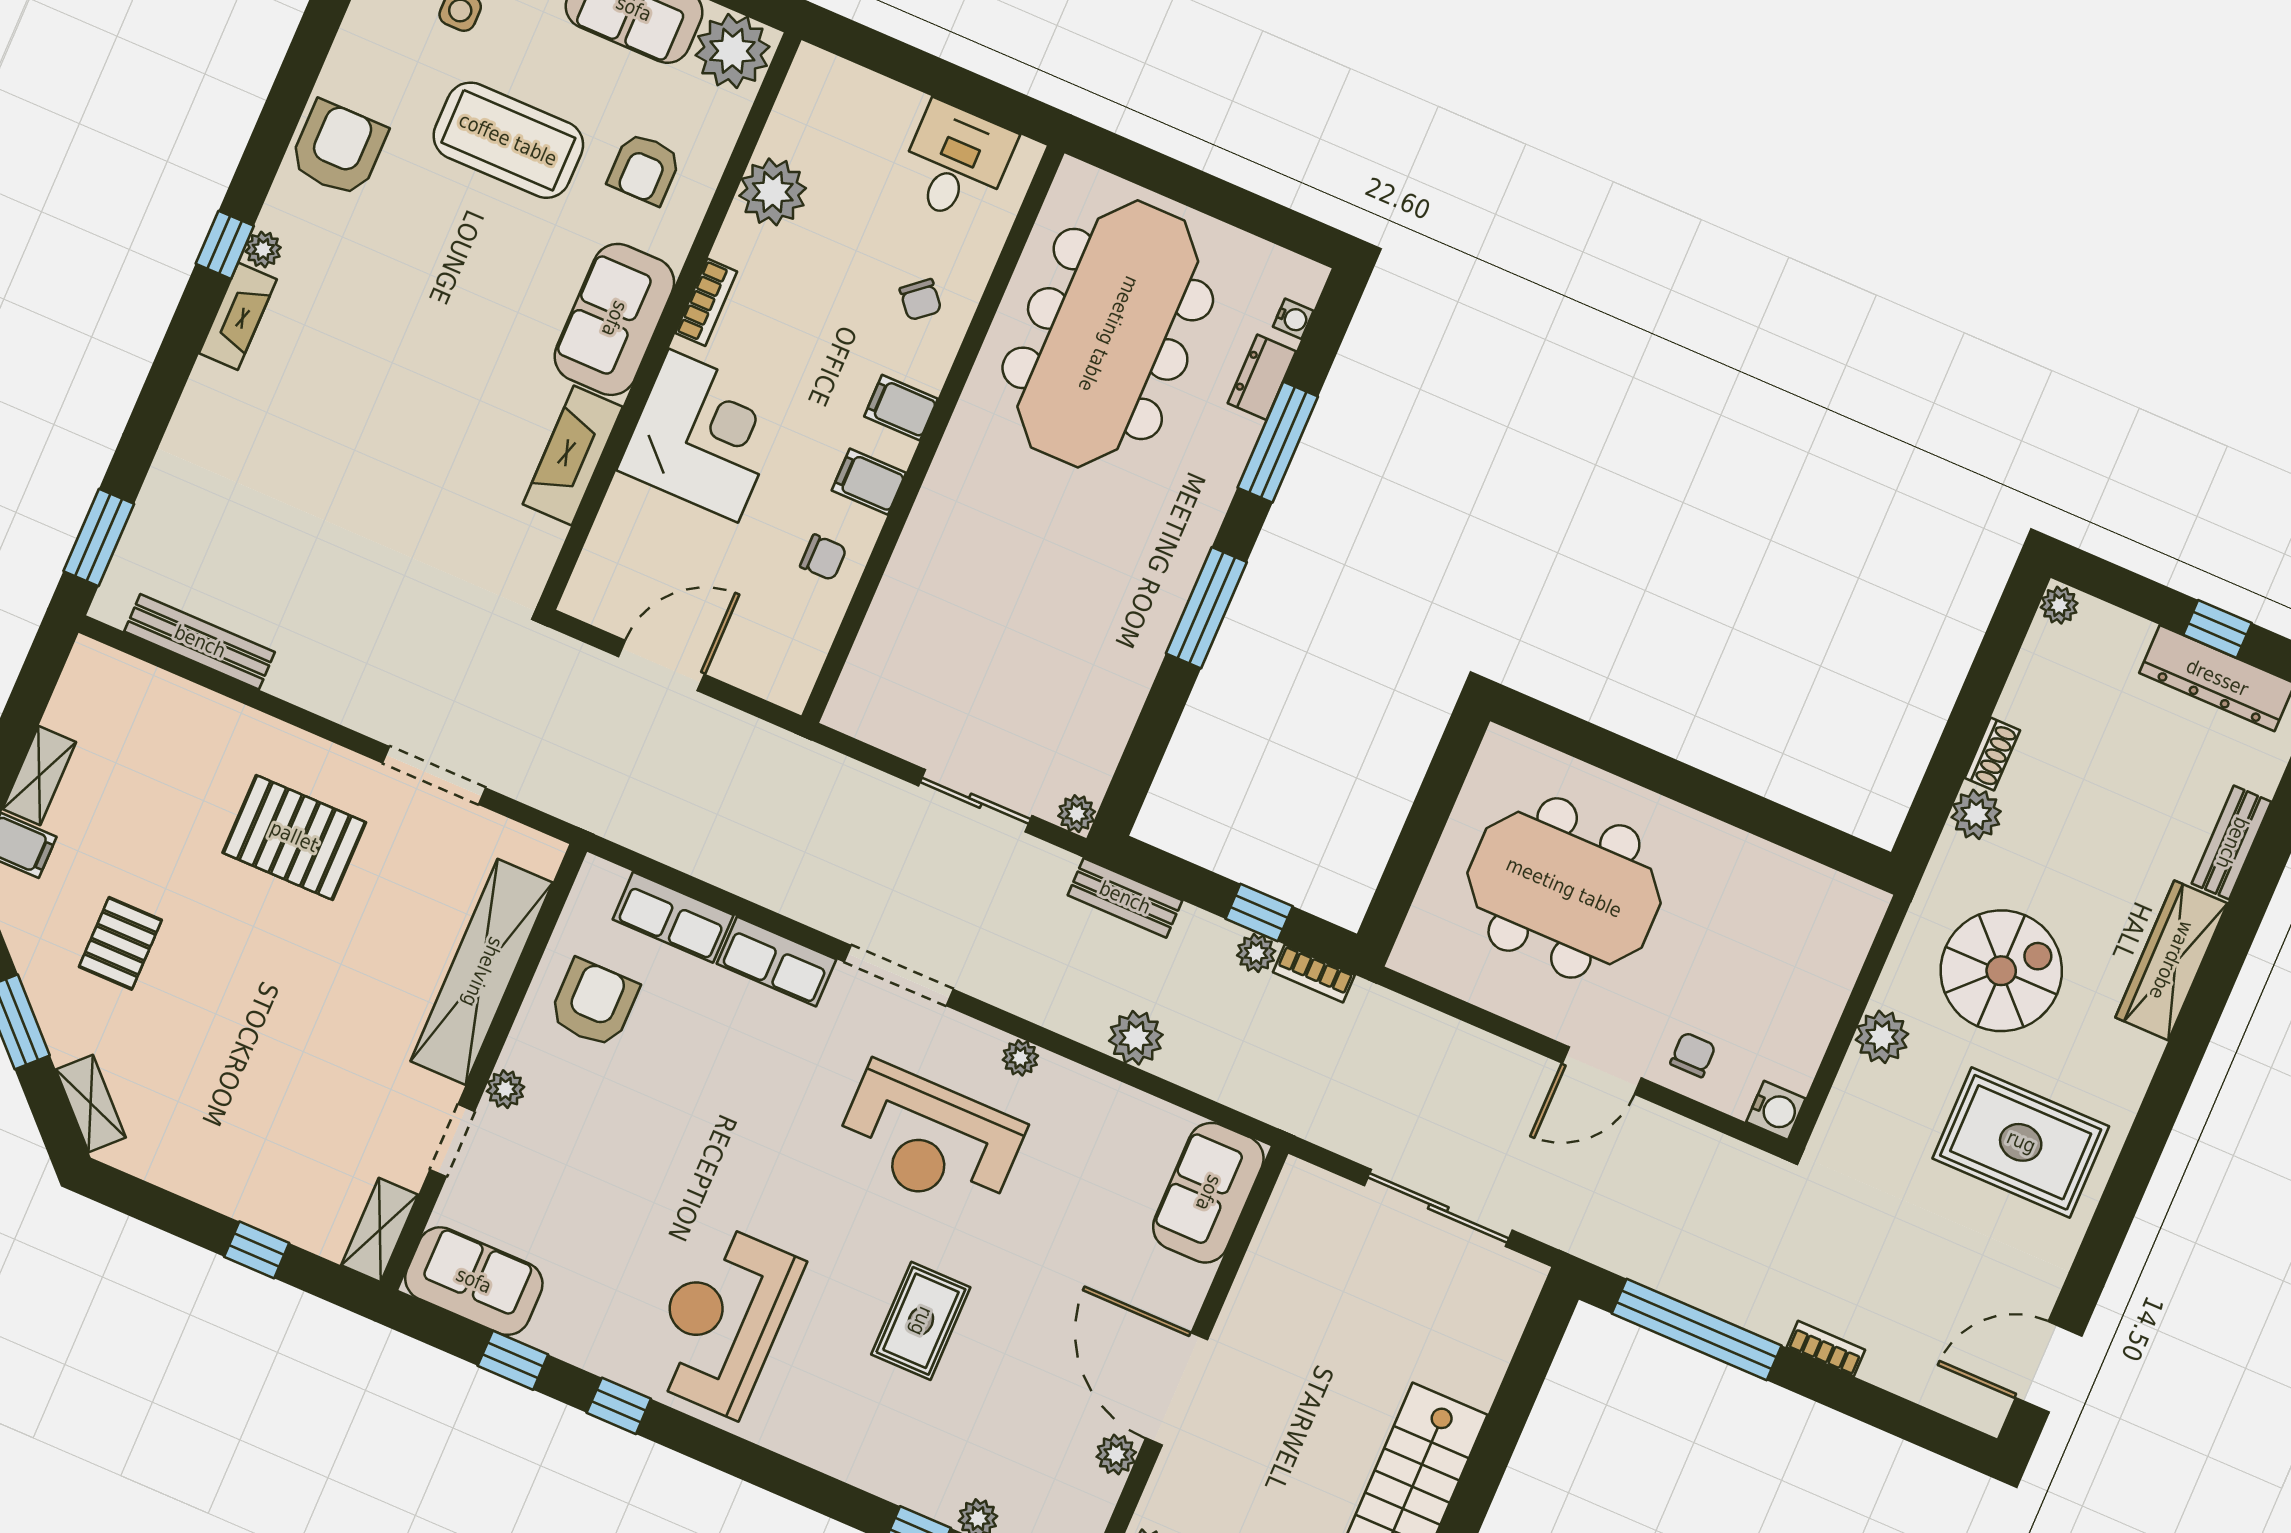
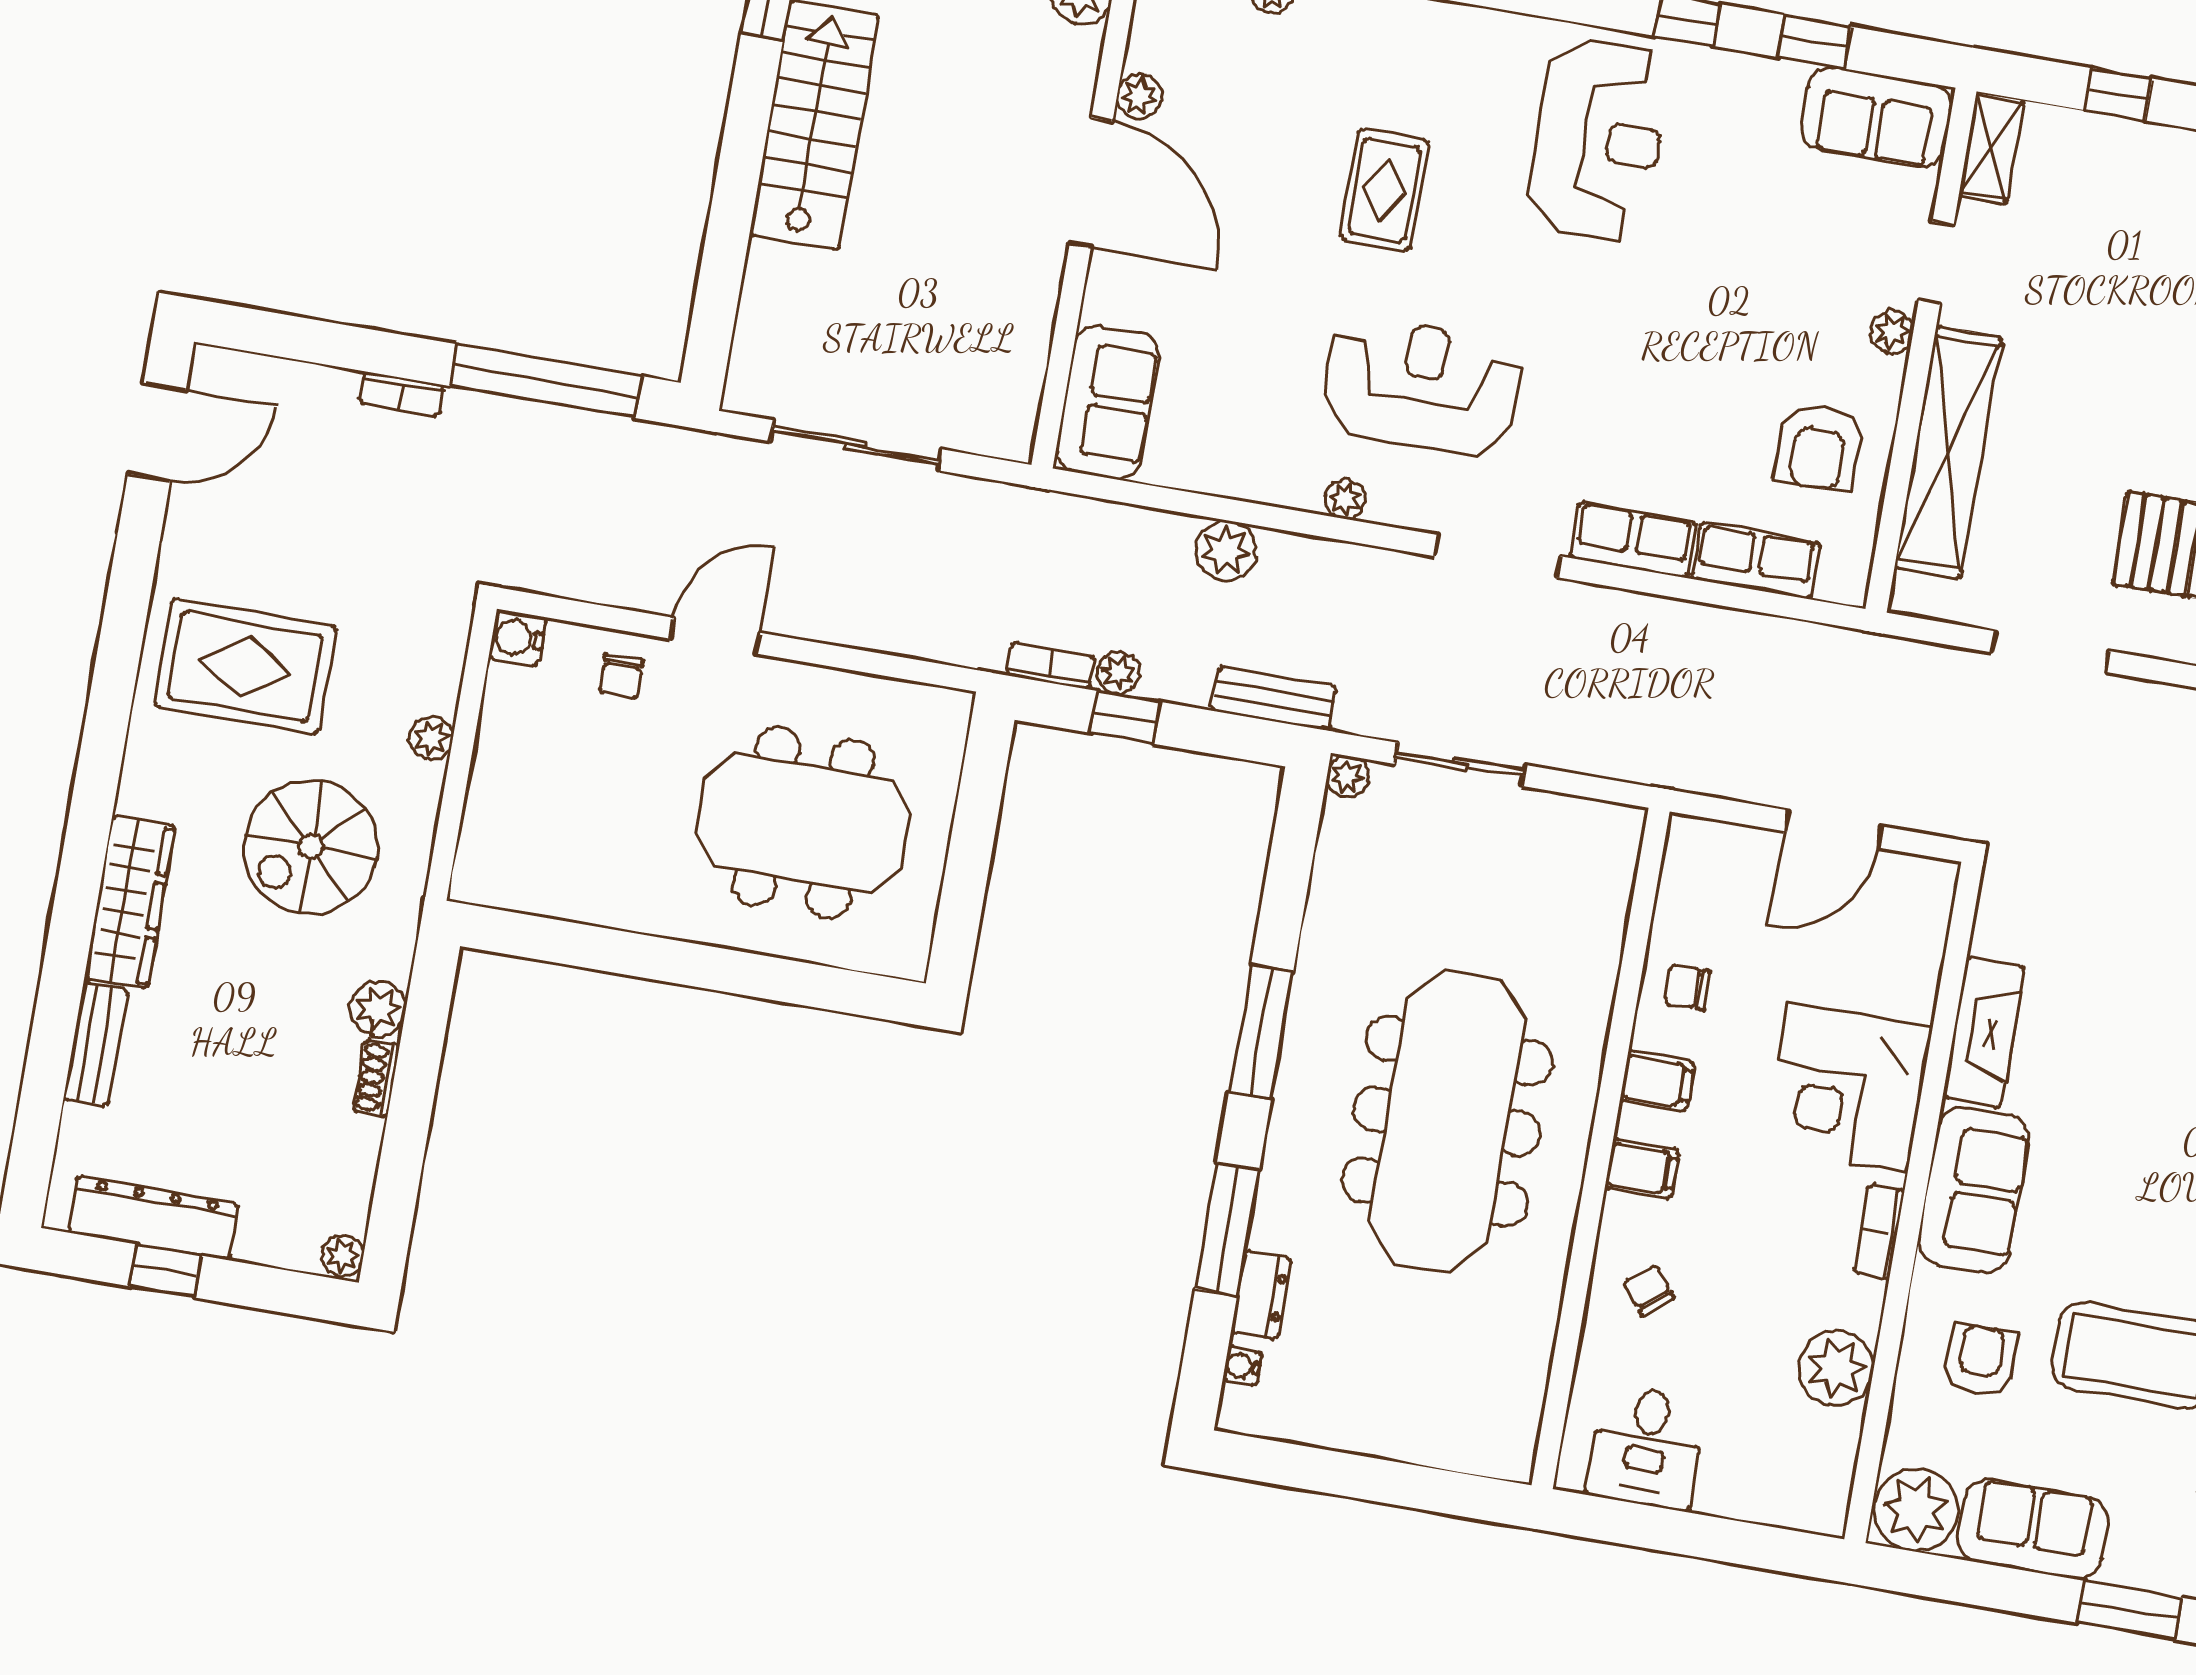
meeting table: (1108, 334) -> (1447, 1121), moved
plant: (1882, 1037) -> (431, 738), width x0.73, depth x0.73

